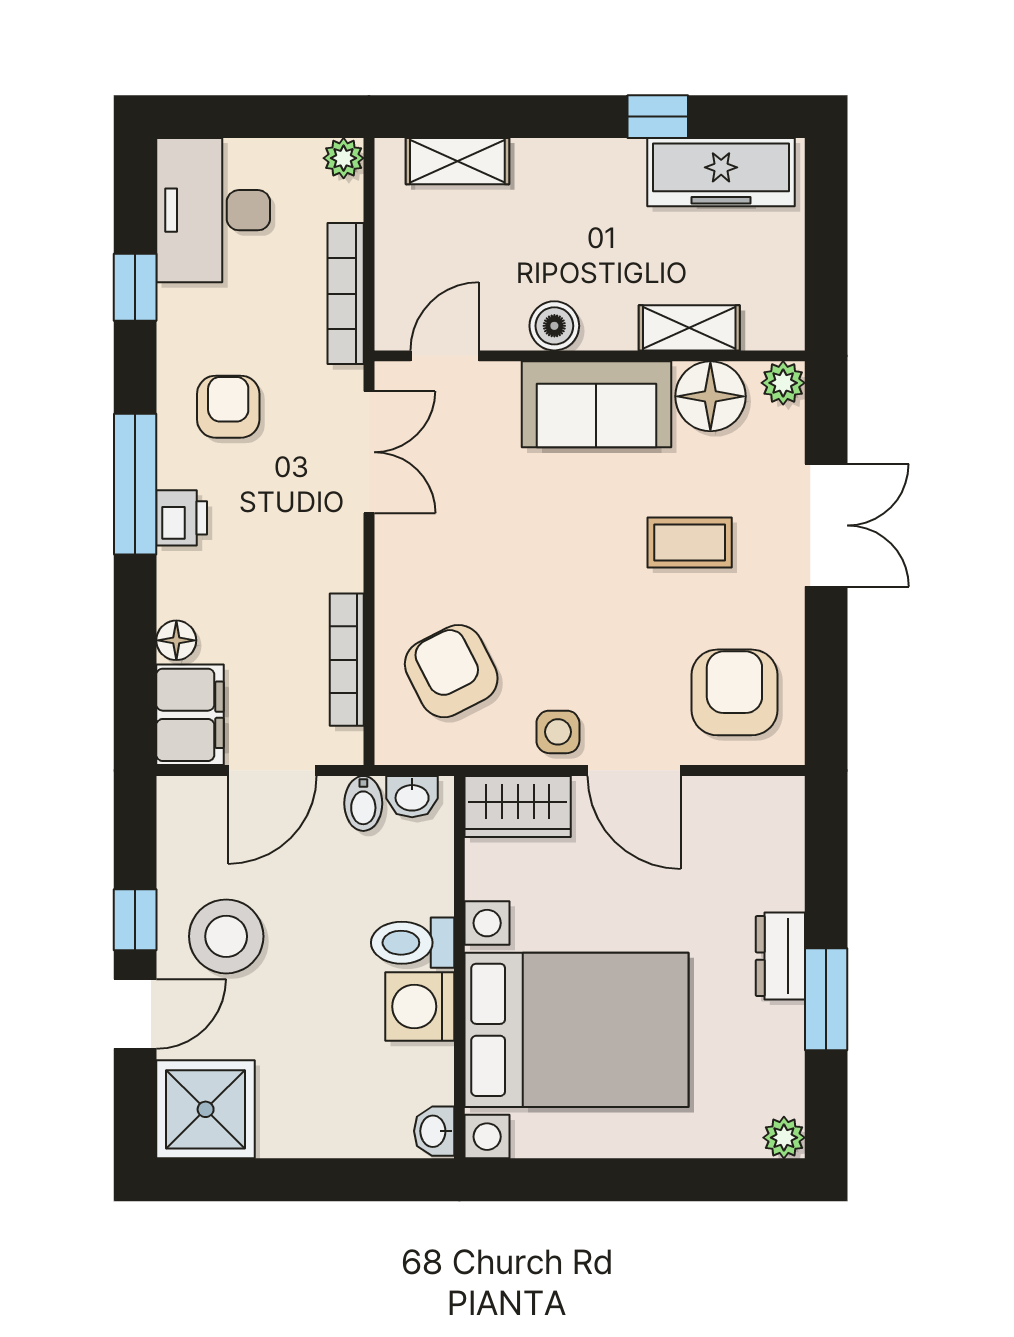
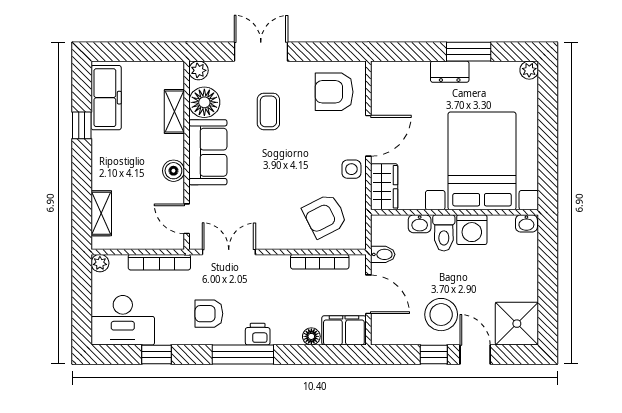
washbasin: (412, 797) -> (420, 224), moved, turned 90

